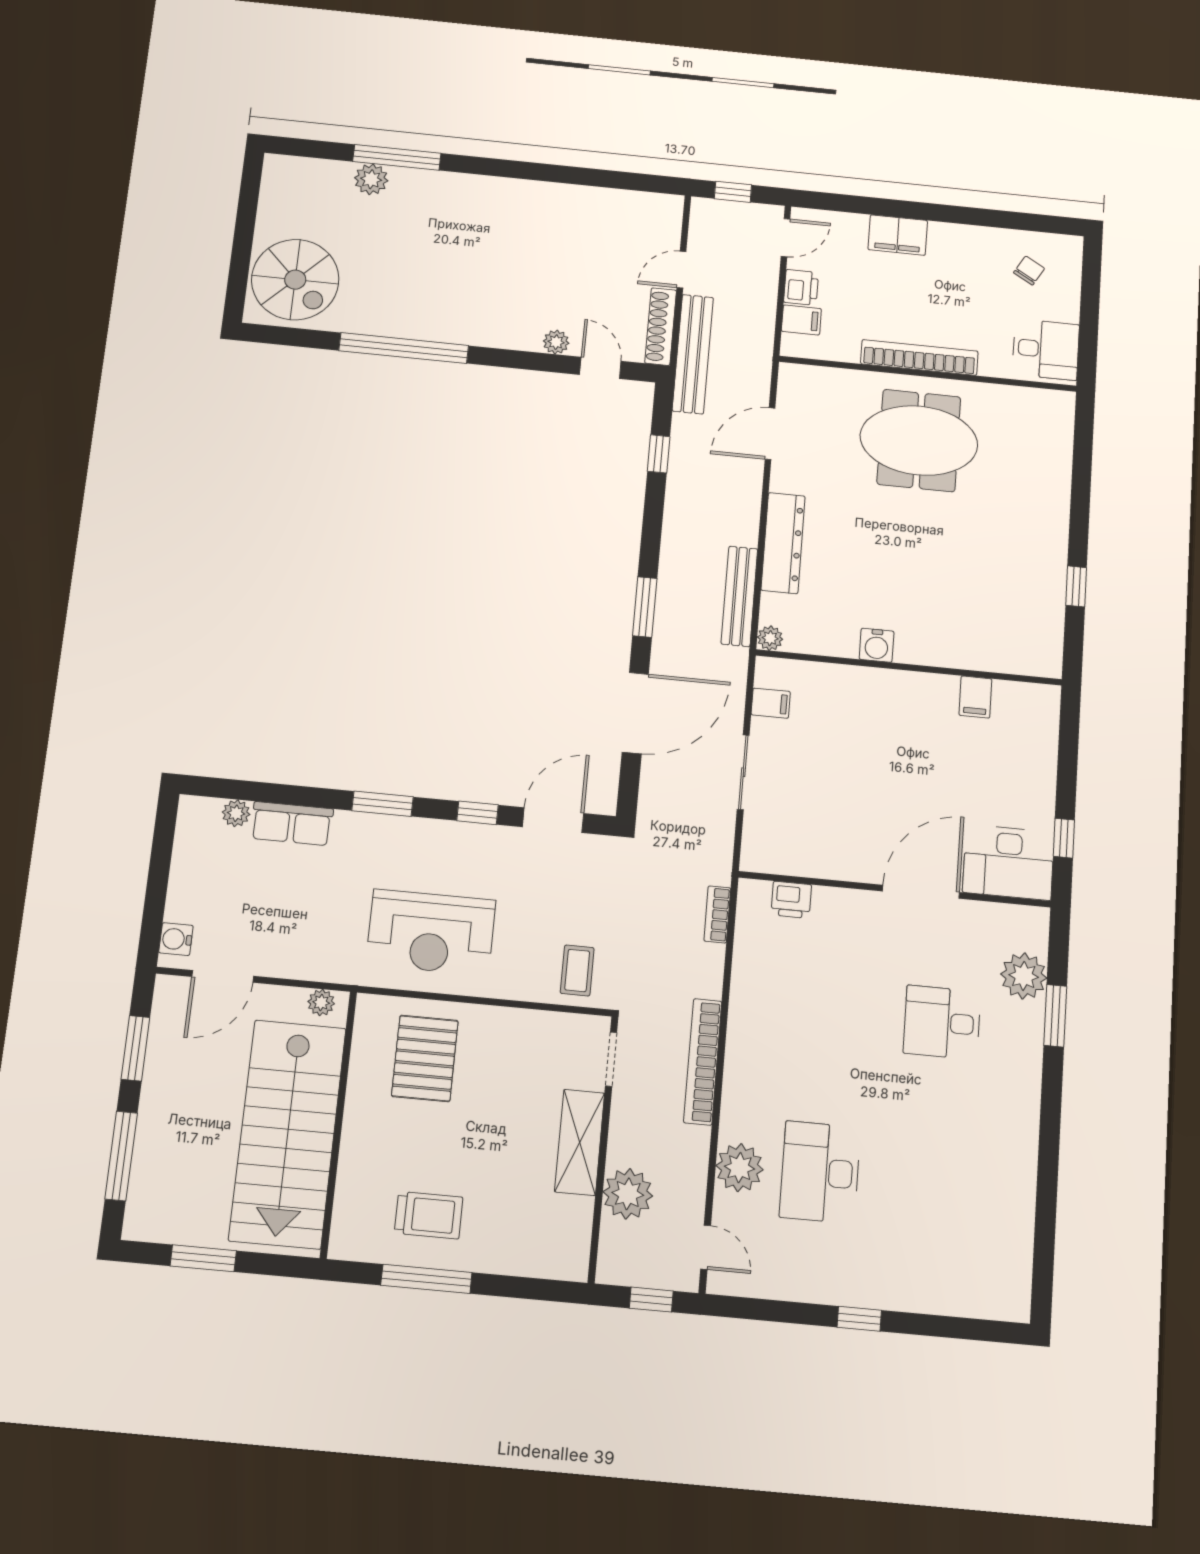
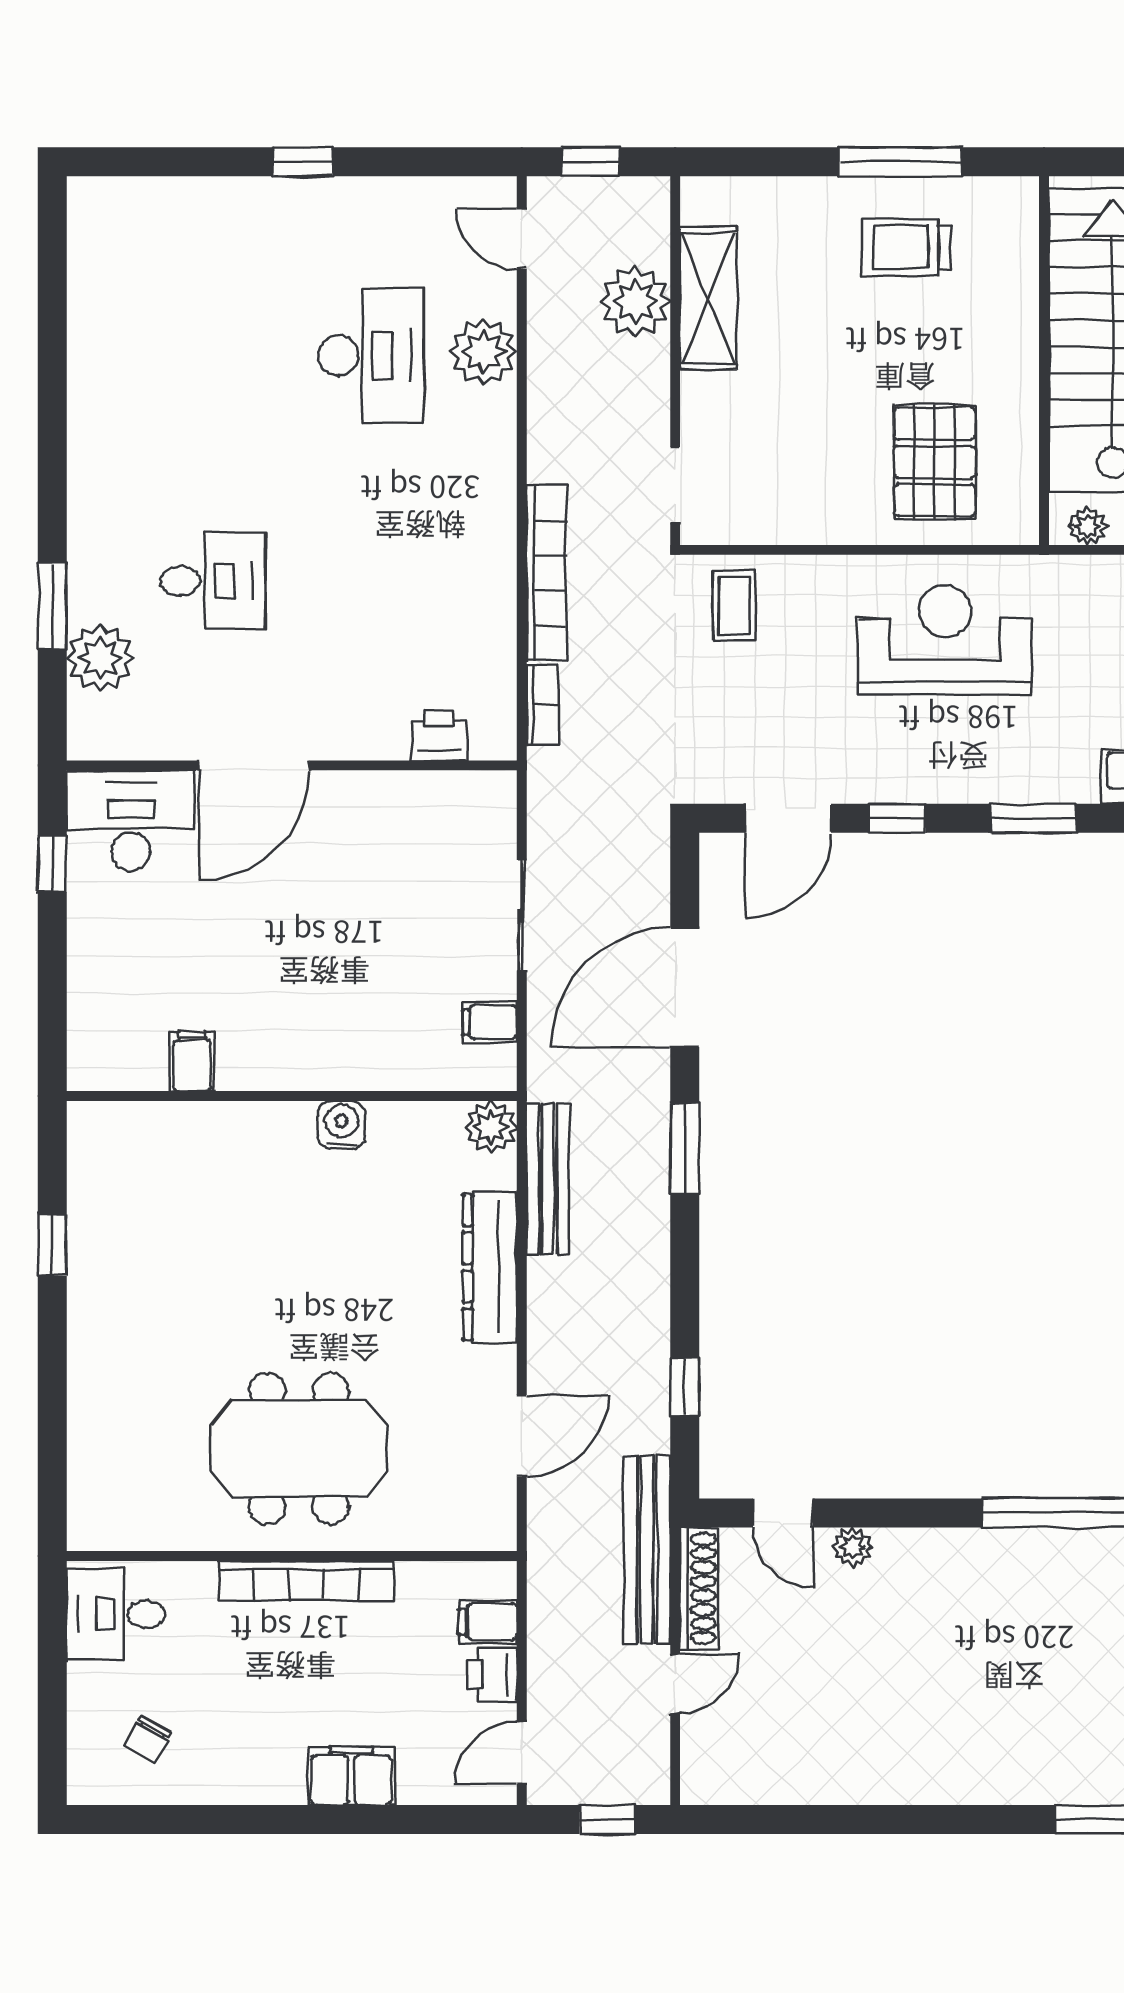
plant: (770, 638) -> (491, 1127), width x1.38, depth x1.38
bookcase: (703, 1062) -> (546, 573), moved
shelving: (580, 1142) -> (708, 298), moved

